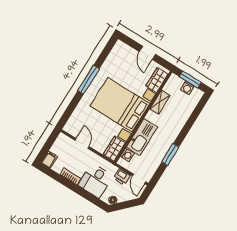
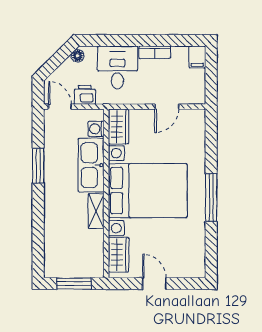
washing machine: (187, 88) -> (71, 270), removed
shelving: (160, 102) -> (96, 211), moved
door: (82, 143) -> (167, 107), hinge flipped

